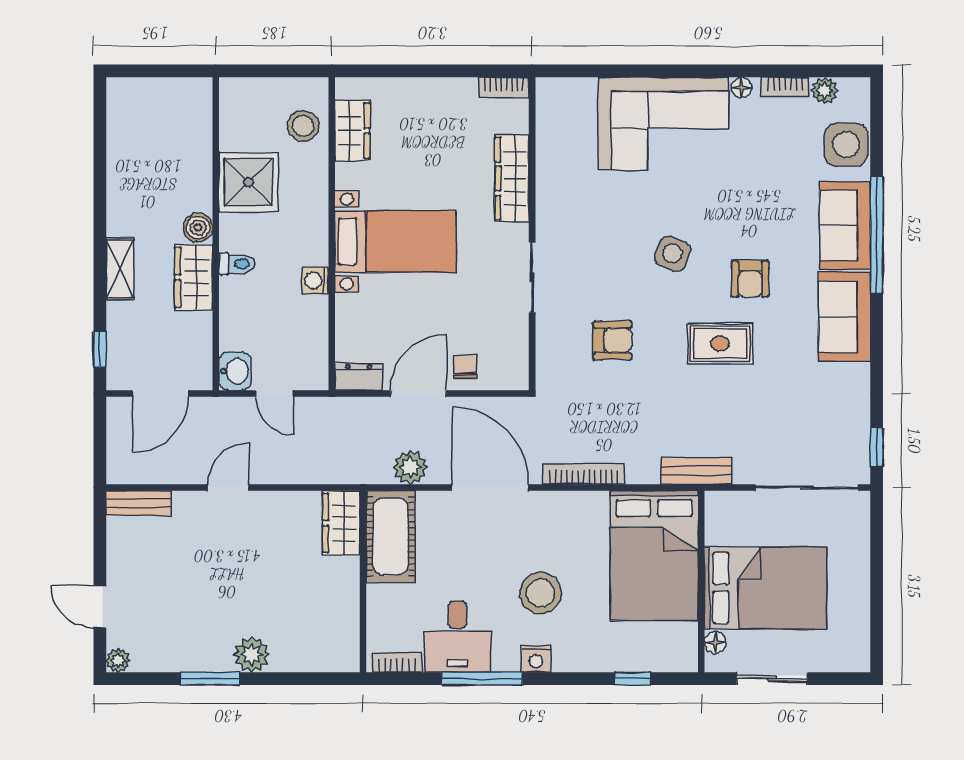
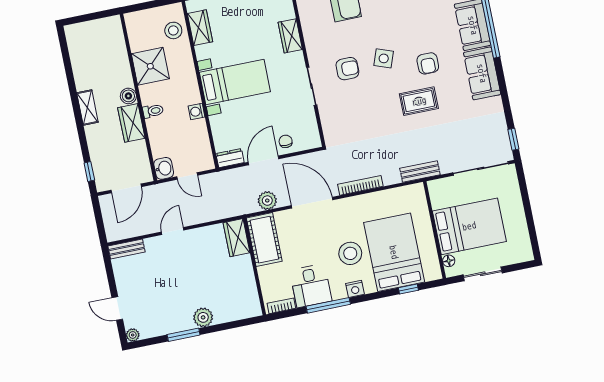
wardrobe: (512, 179) -> (290, 36), width x0.67
shelving: (120, 269) -> (87, 107), moved
armchair: (612, 341) -> (347, 69), moved
bed: (654, 556) -> (394, 252), moved, turned 180

